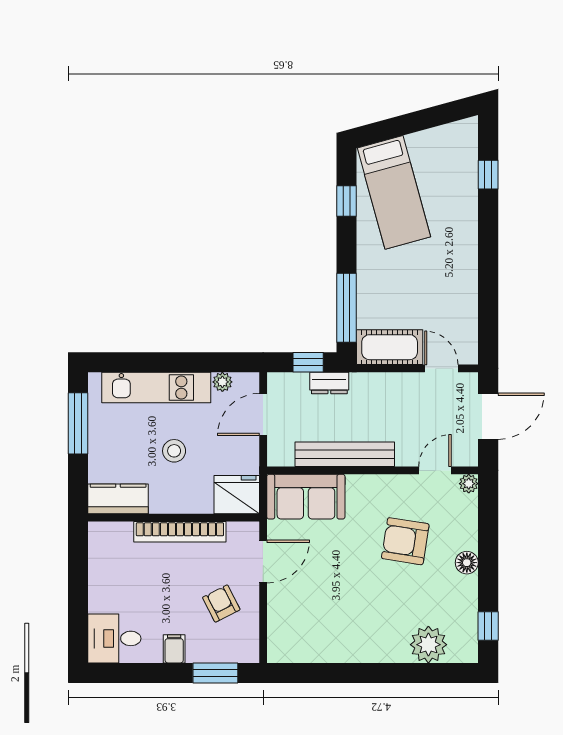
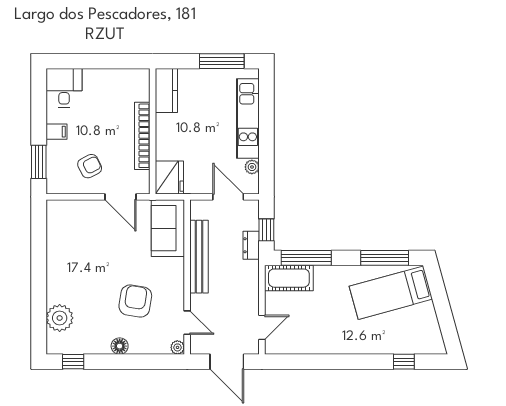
window: (346, 201) -> (385, 258), width x2.17
cot: (390, 347) -> (289, 278), moved, turned 90
stool: (174, 451) -> (202, 132), removed

